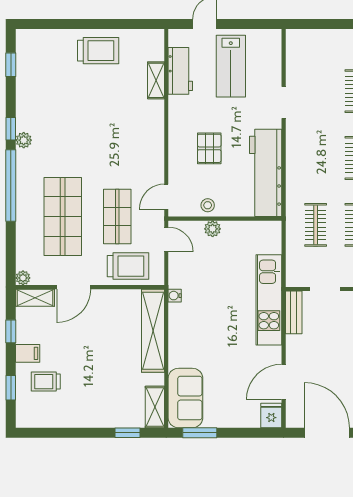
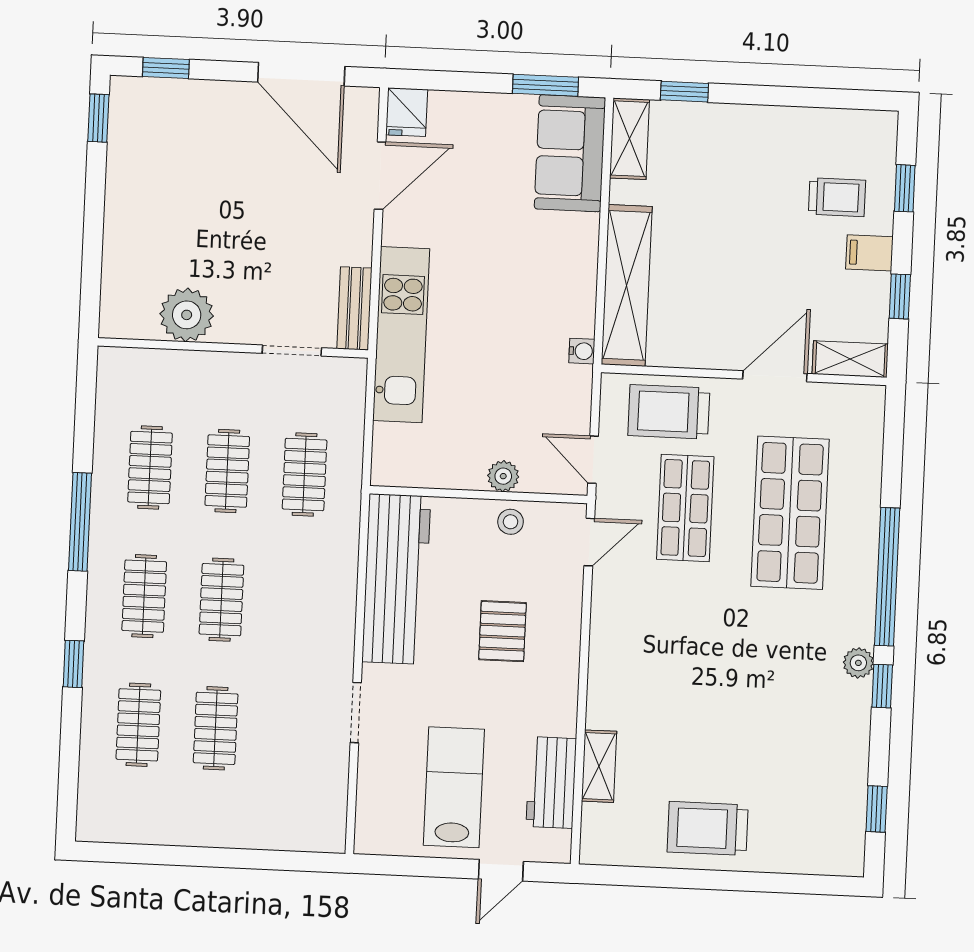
plant: (23, 278) -> (872, 398), removed

